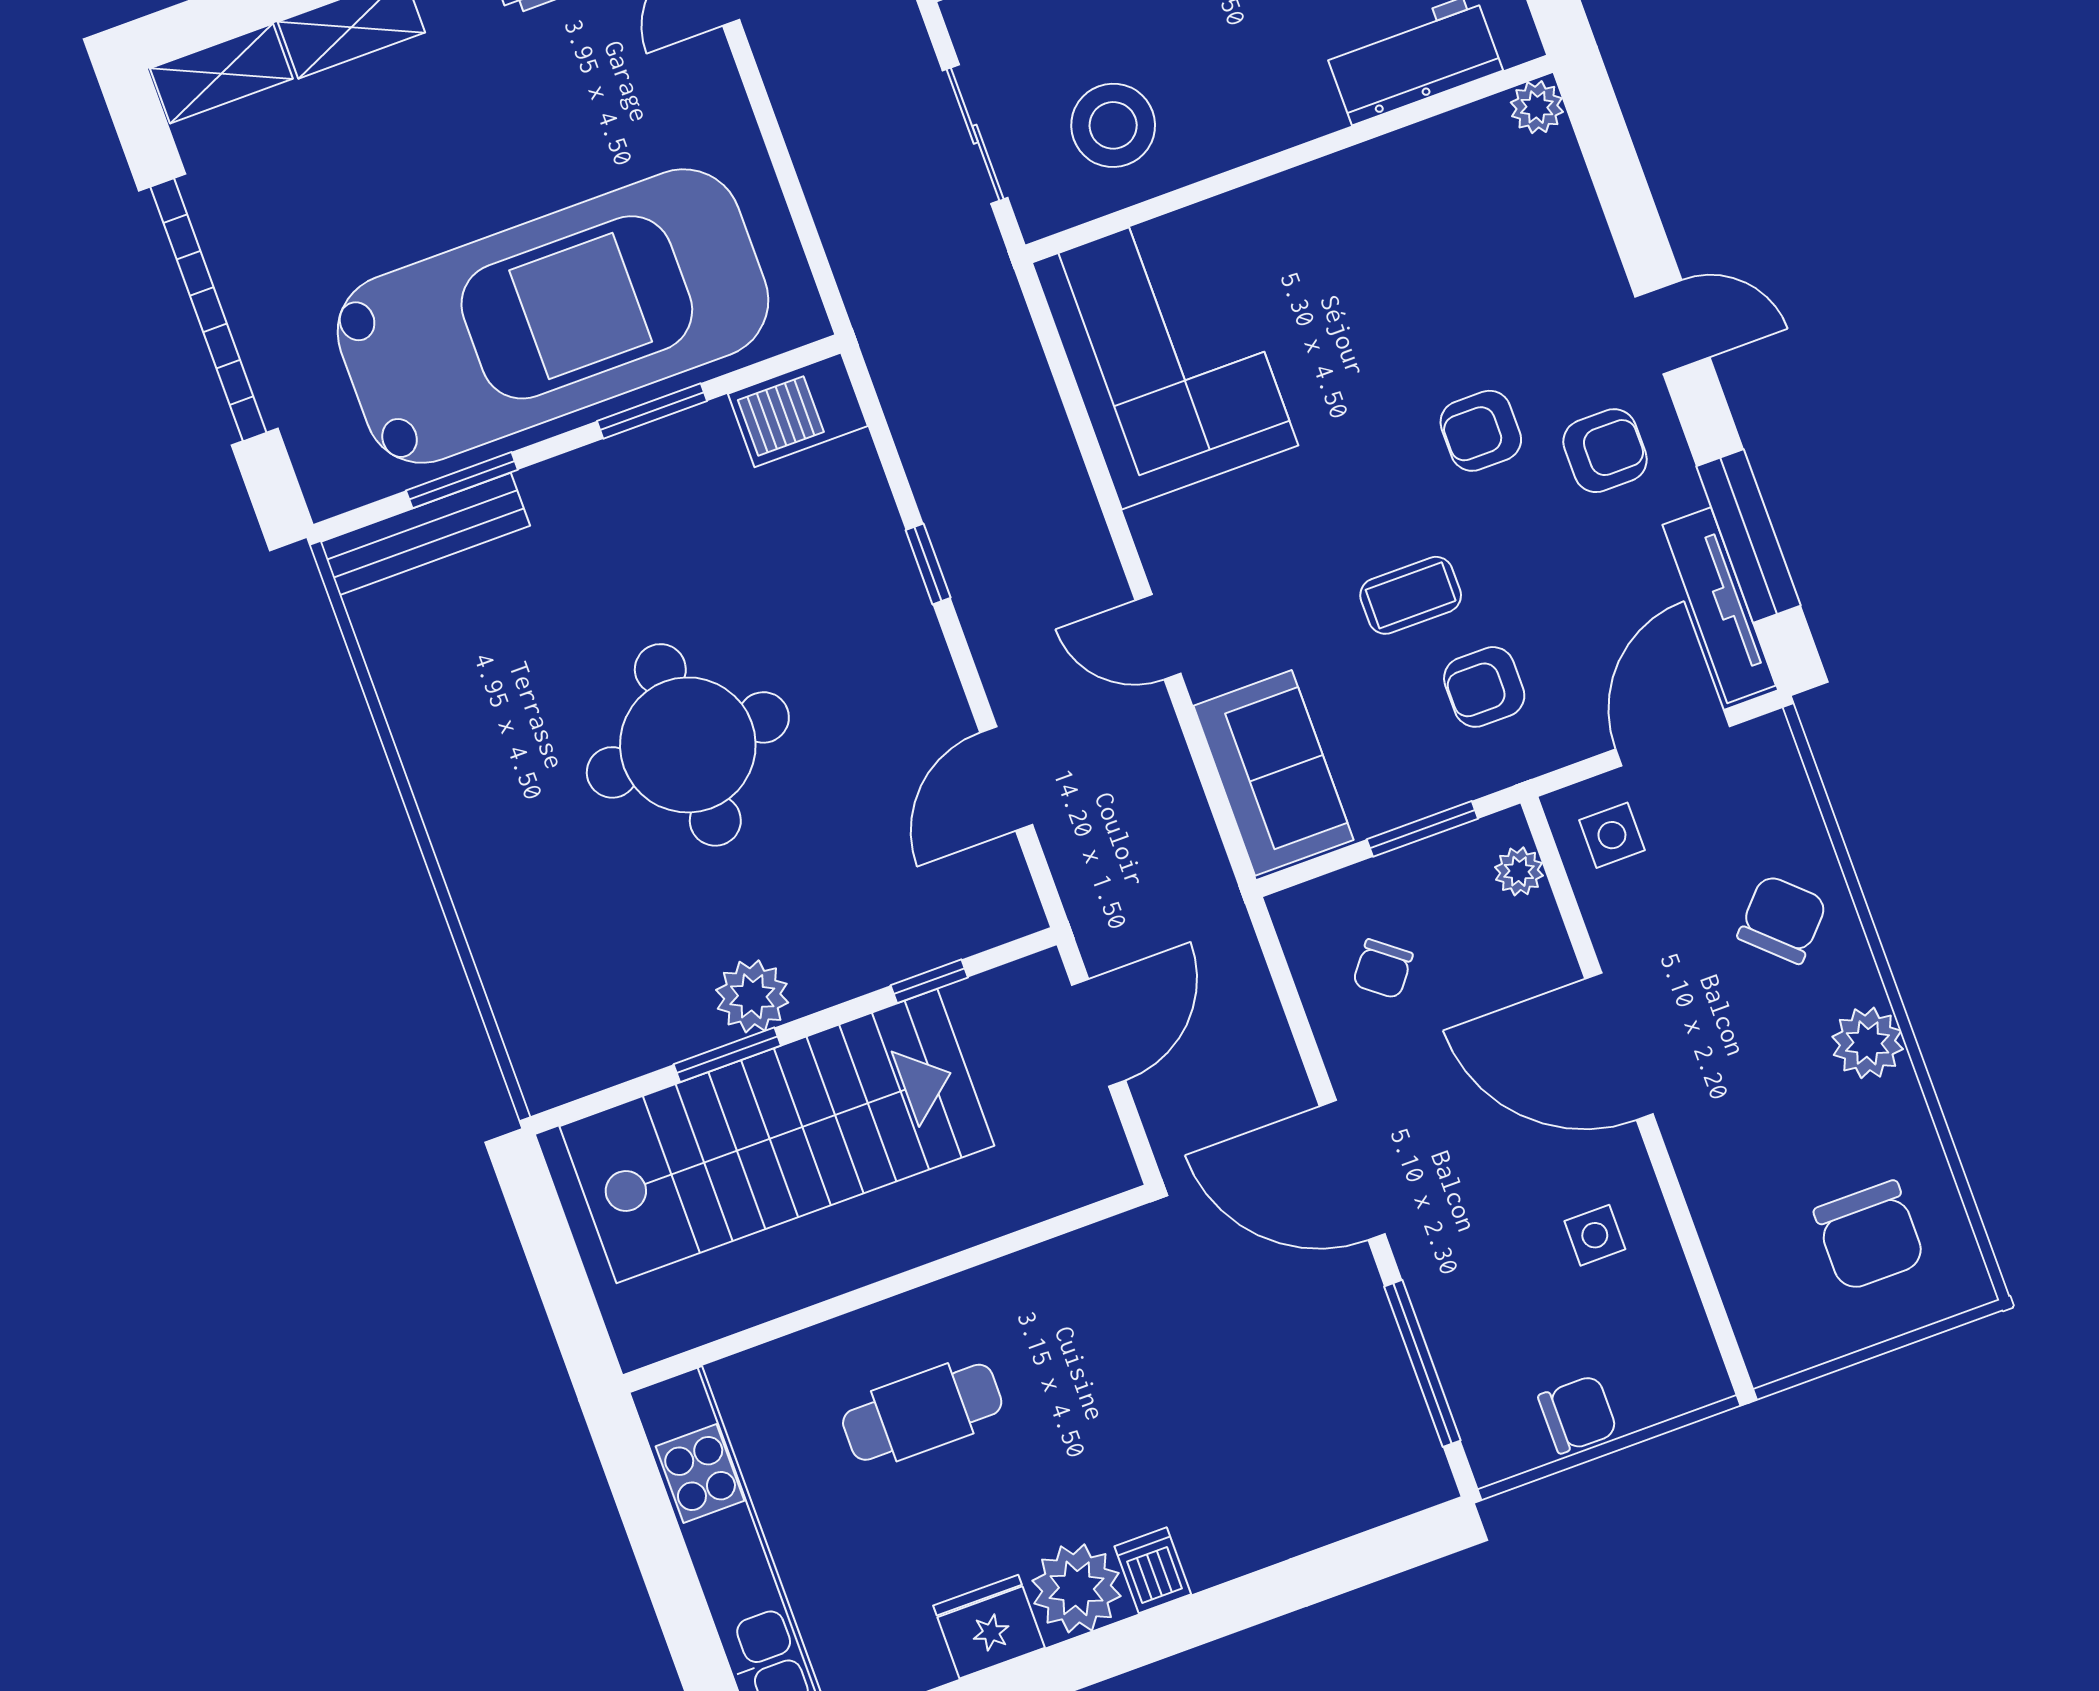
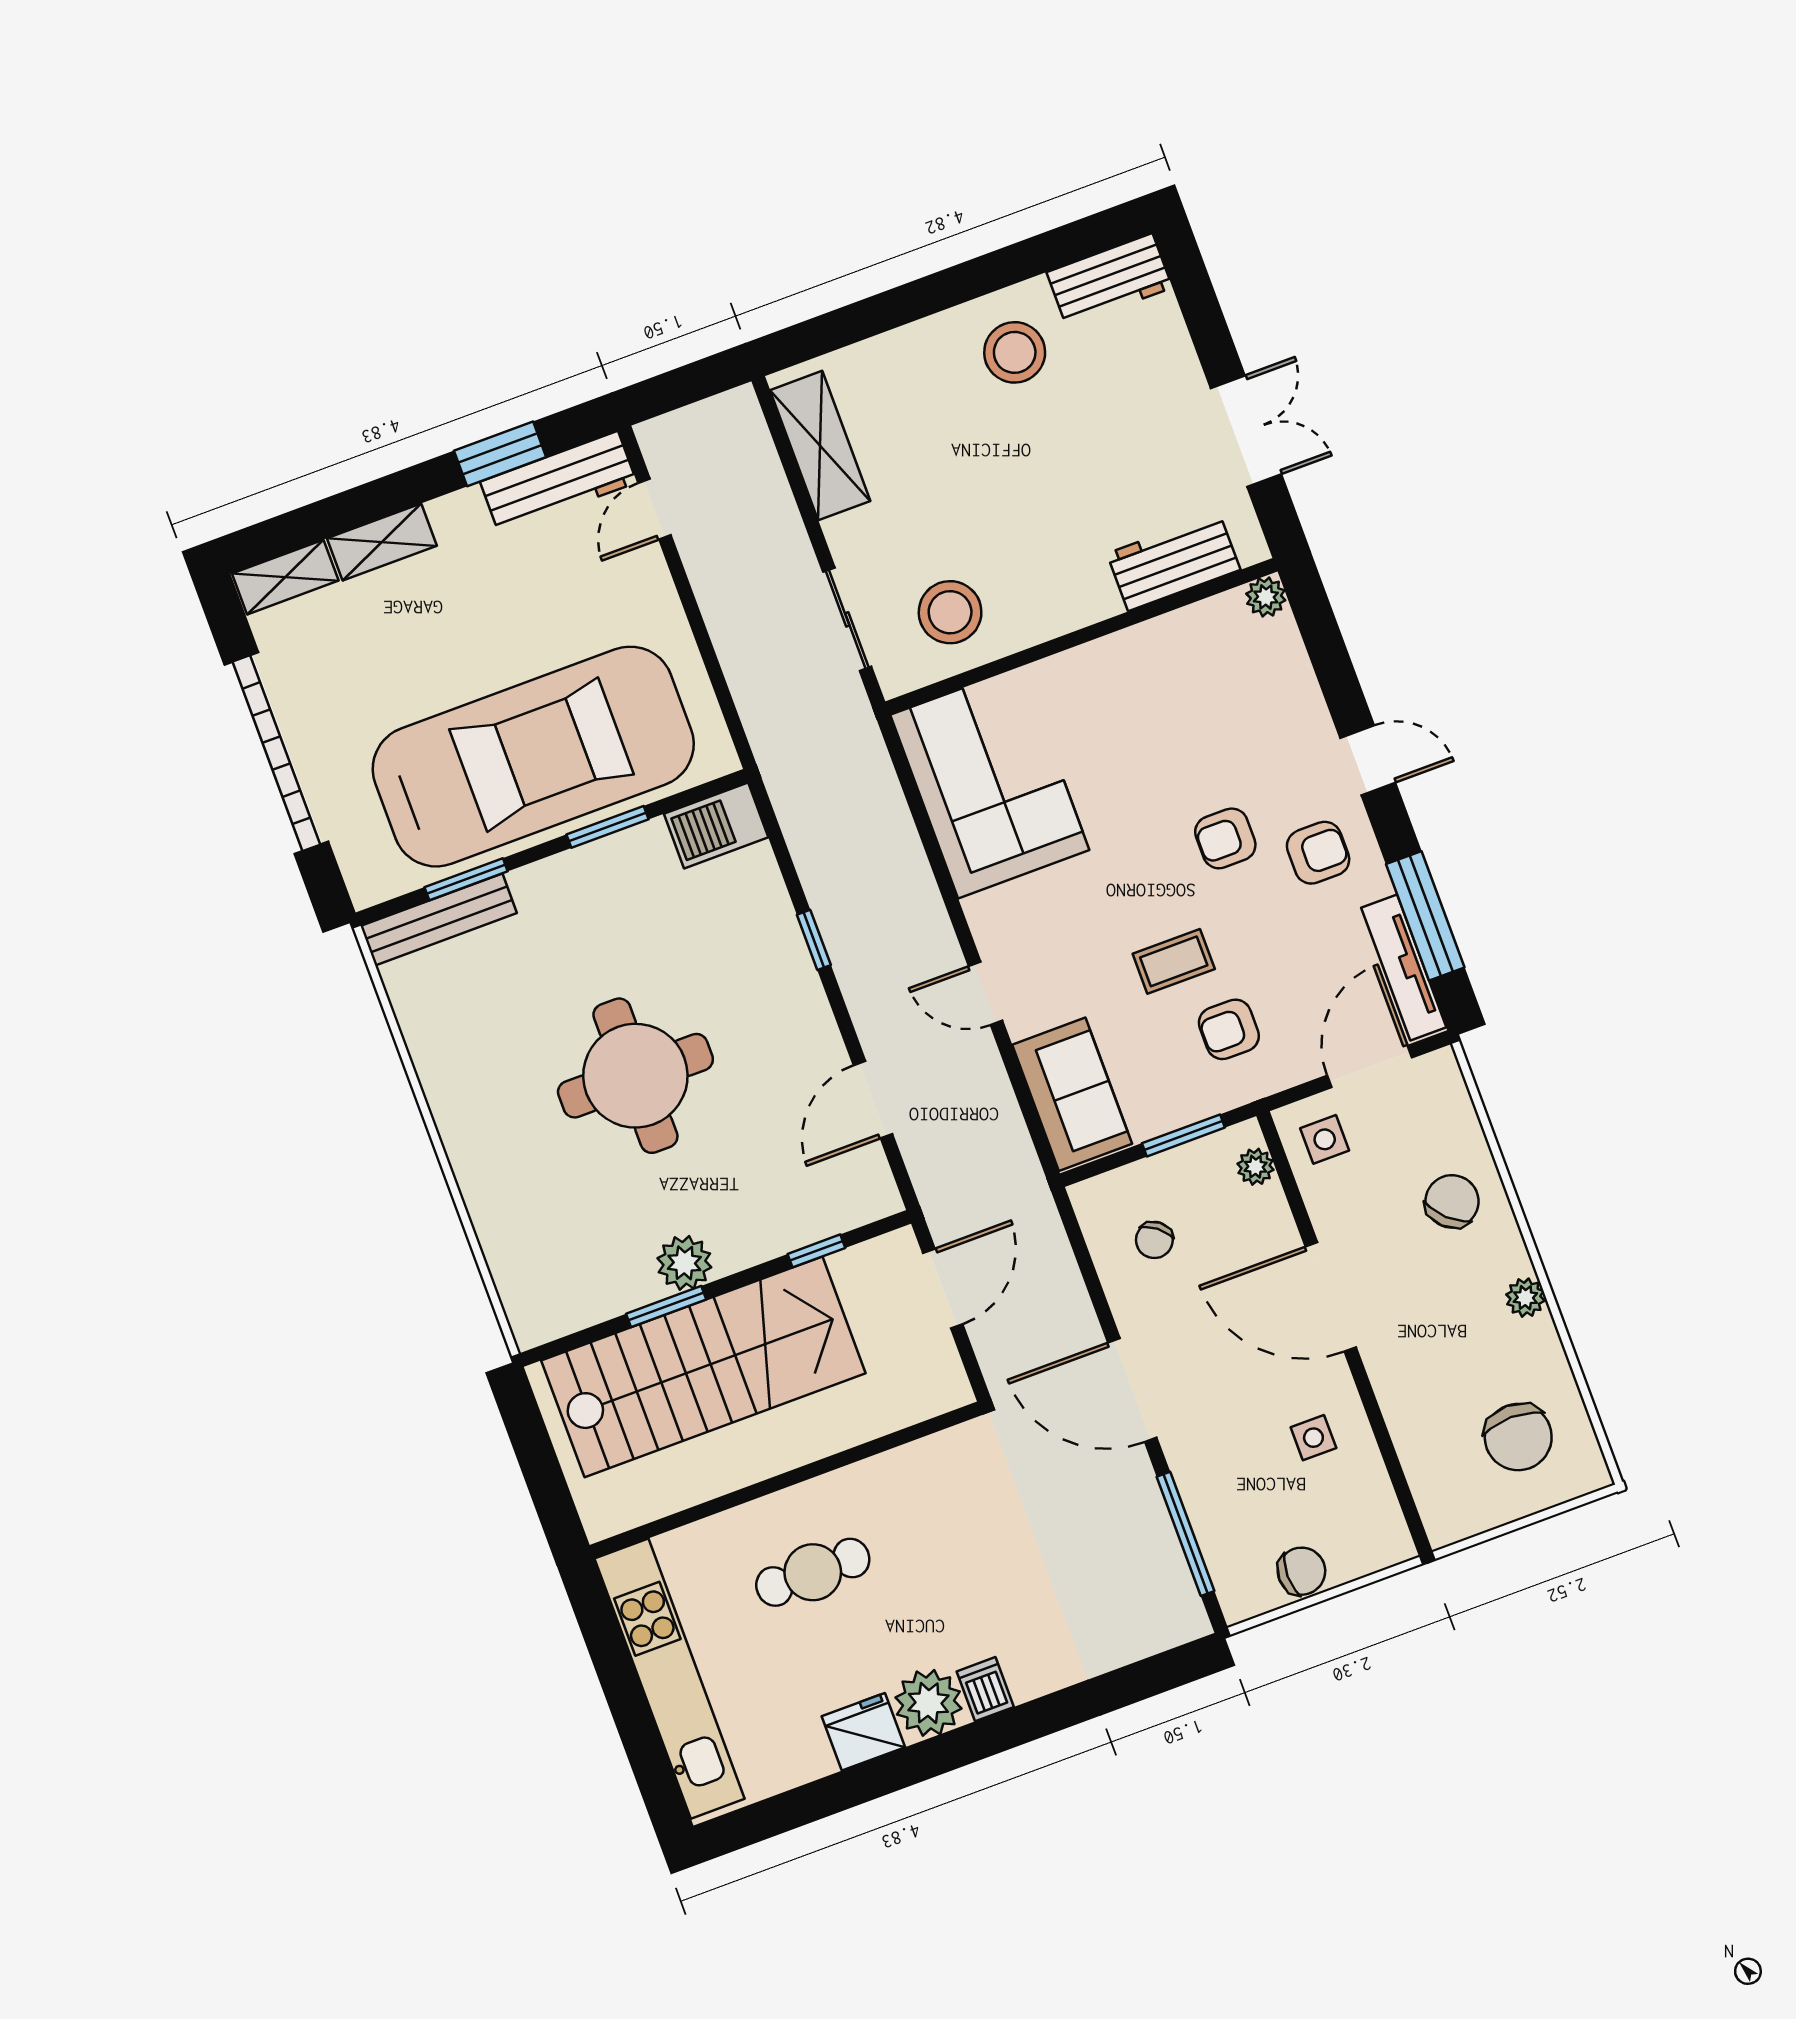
plant: (1868, 1043) -> (1525, 1298), width x0.73, depth x0.73

